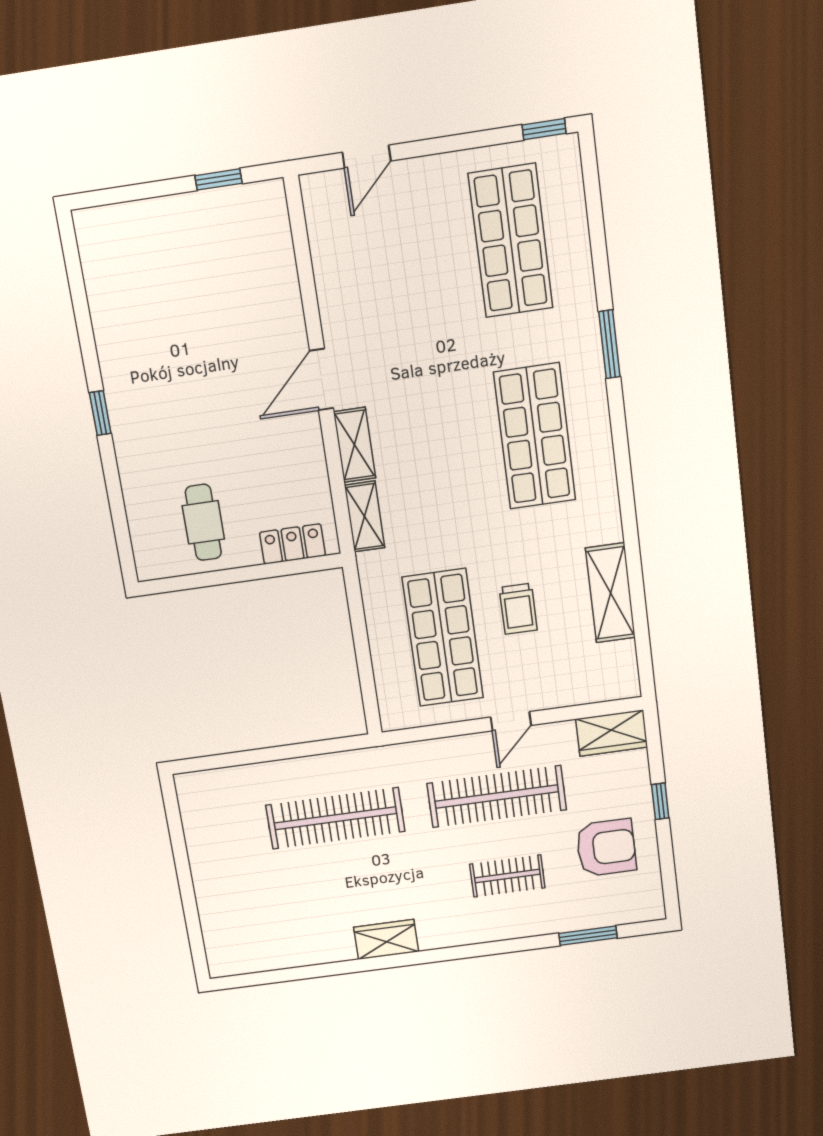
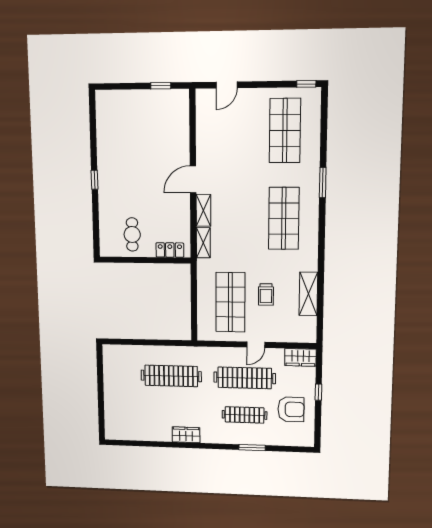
clothes rail: (507, 876) -> (245, 415), width x1.36
window: (588, 936) -> (252, 448), moved

